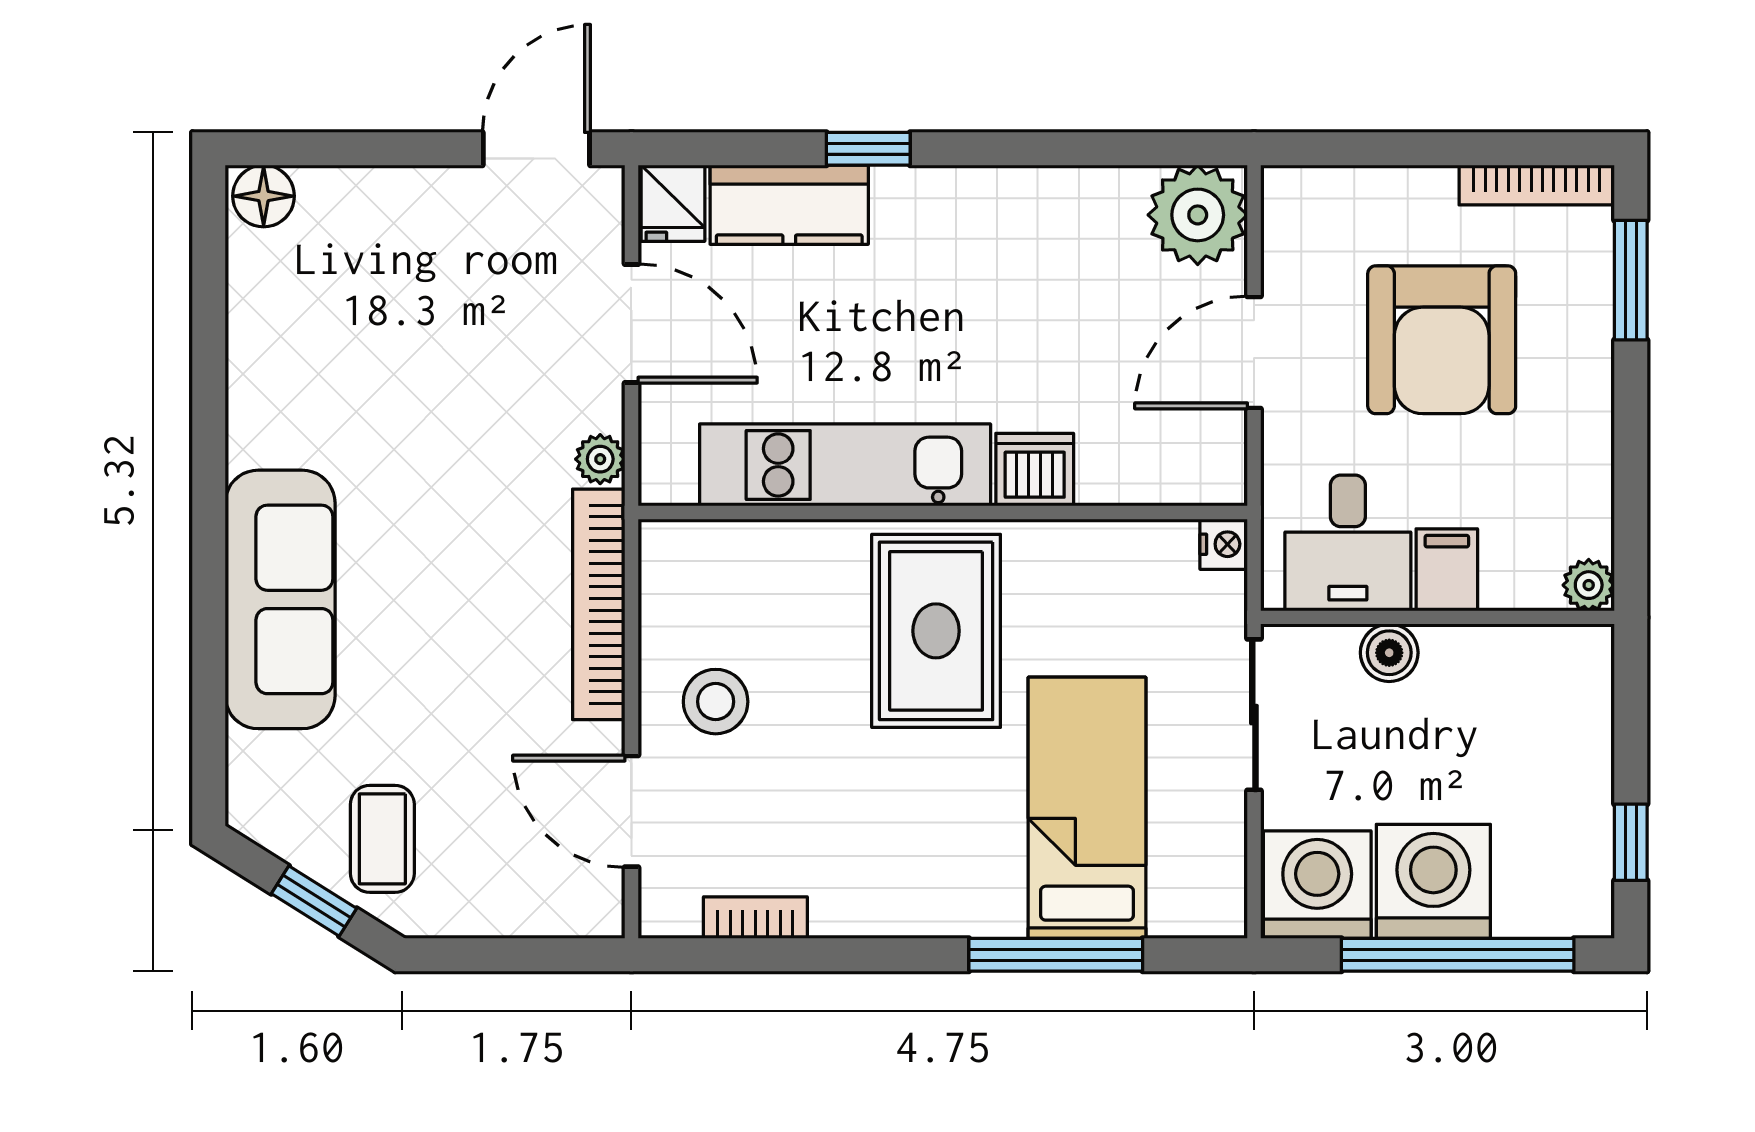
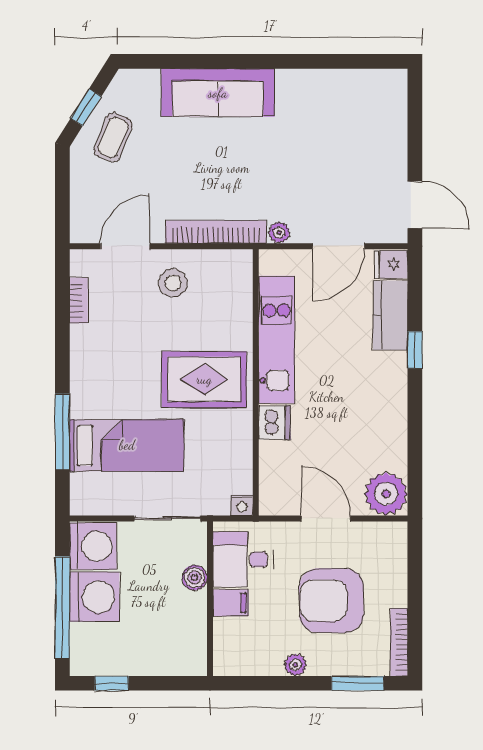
floor lamp: (264, 196) -> (394, 85), removed
plant: (1589, 585) -> (295, 665), moved
coffee table: (382, 839) -> (113, 137), turned -68

